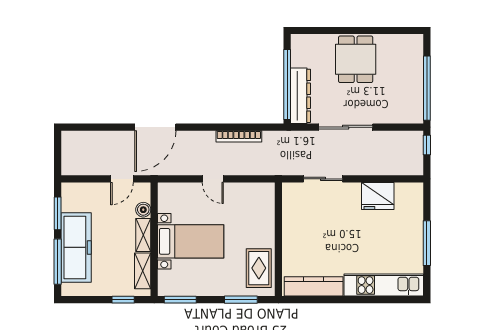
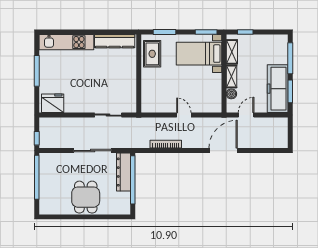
fridge: (378, 196) -> (53, 103), moved
bed with nightstands: (191, 241) -> (199, 54), moved
freezer: (76, 247) -> (278, 89), moved

